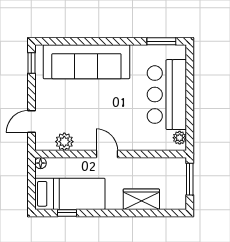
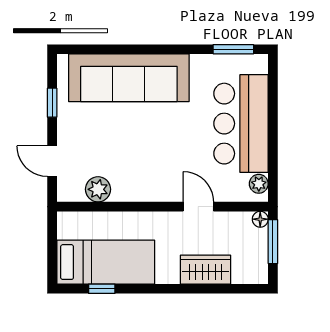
window: (31, 63) -> (52, 103), moved
door: (31, 122) -> (52, 161), hinge flipped
door: (107, 154) -> (198, 207), moved
floor lamp: (41, 163) -> (260, 219), moved

